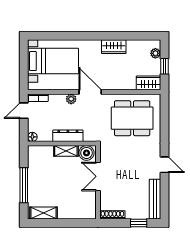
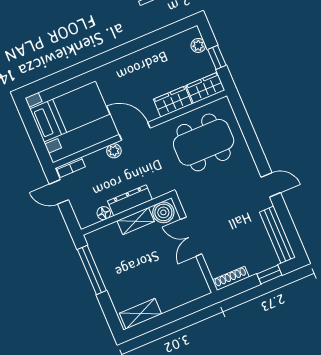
wardrobe: (114, 47) -> (173, 102), moved, turned 180
door: (24, 111) -> (59, 192), hinge flipped
floor lamp: (32, 137) -> (104, 213), moved
window: (24, 185) -> (92, 270), moved

